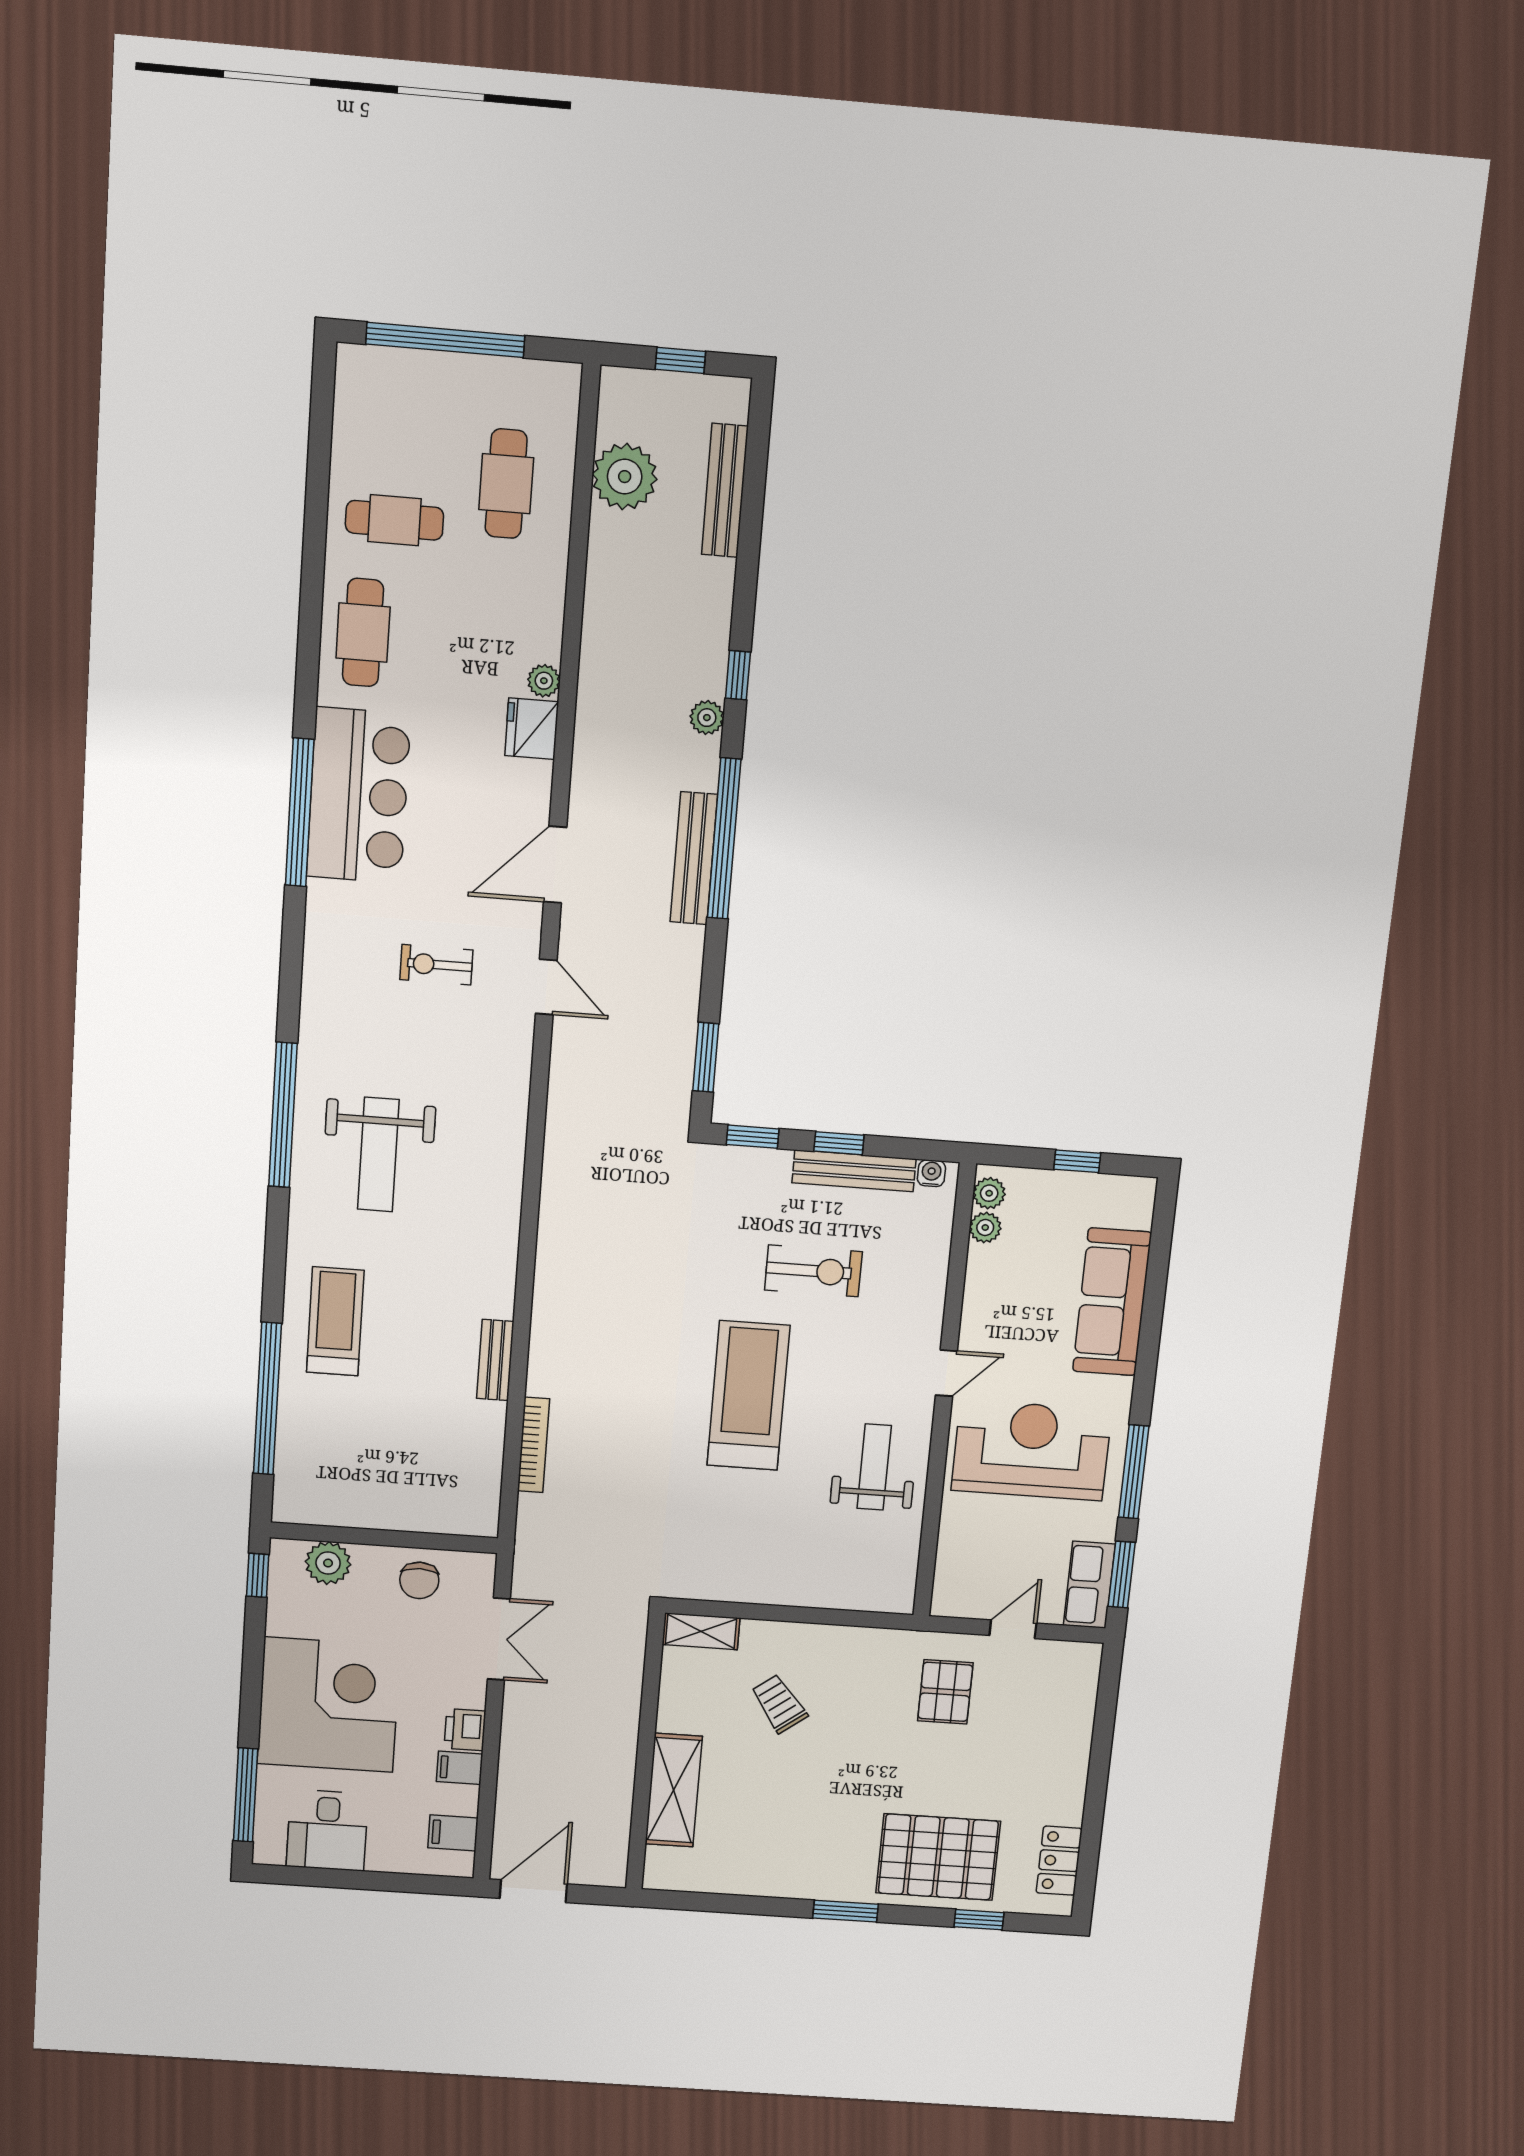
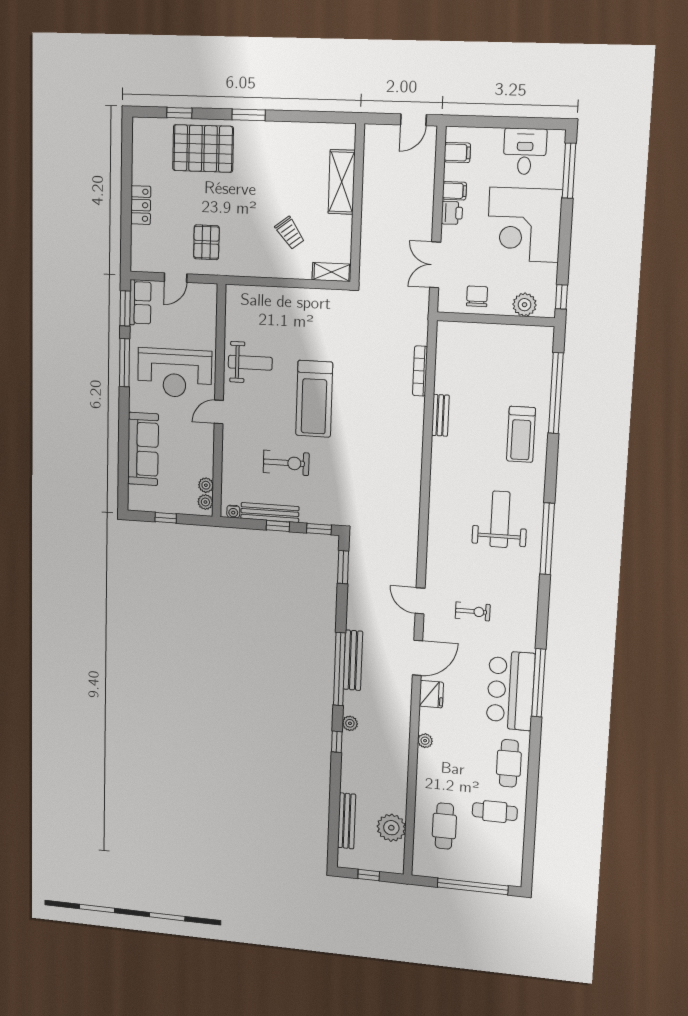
fridge: (532, 729) -> (431, 694), moved
exercise bike: (813, 1271) -> (286, 463), turned 180
weight bench: (874, 1467) -> (250, 363), turned -90
locker: (1059, 1861) -> (141, 205), moved
door: (533, 1891) -> (413, 120), width x0.73

